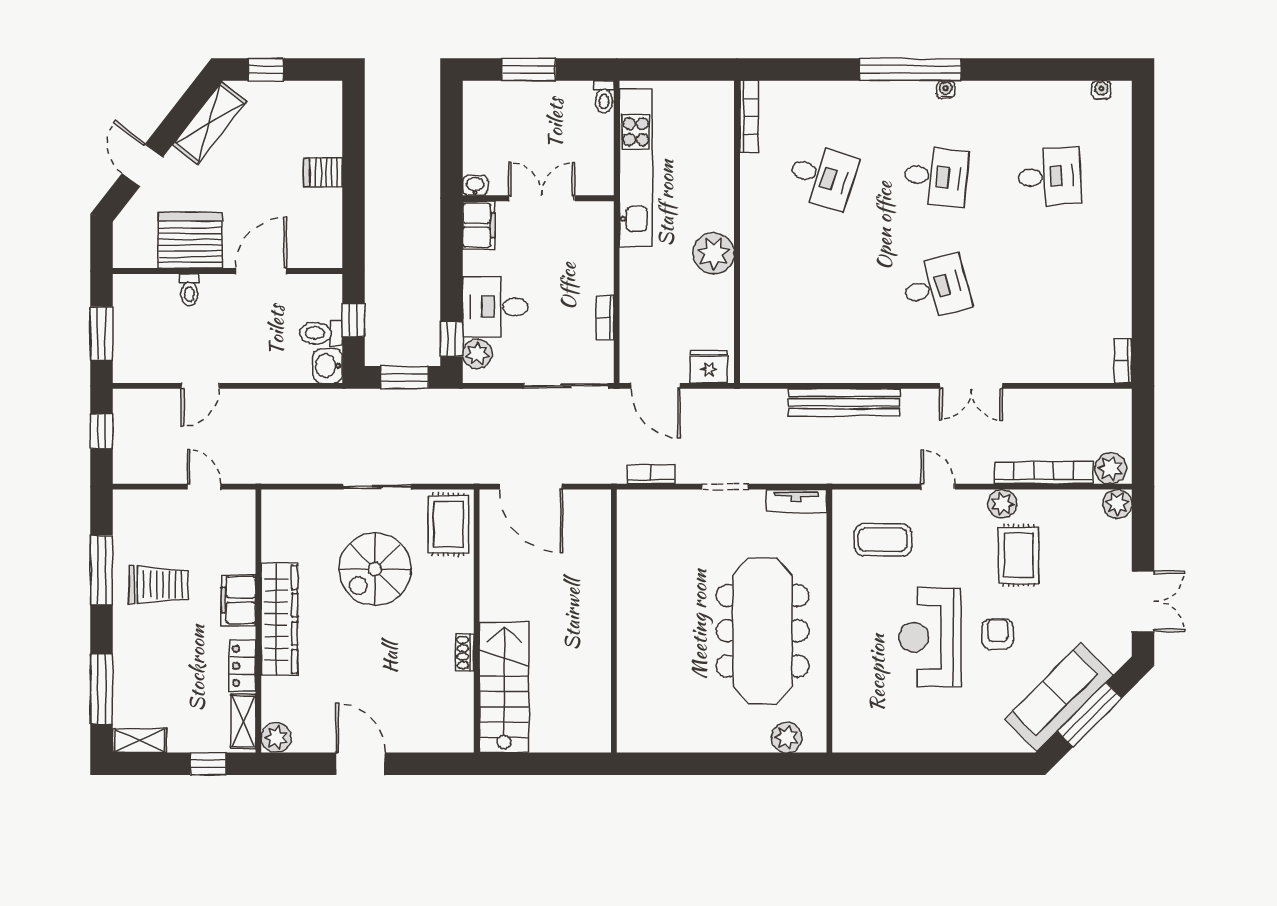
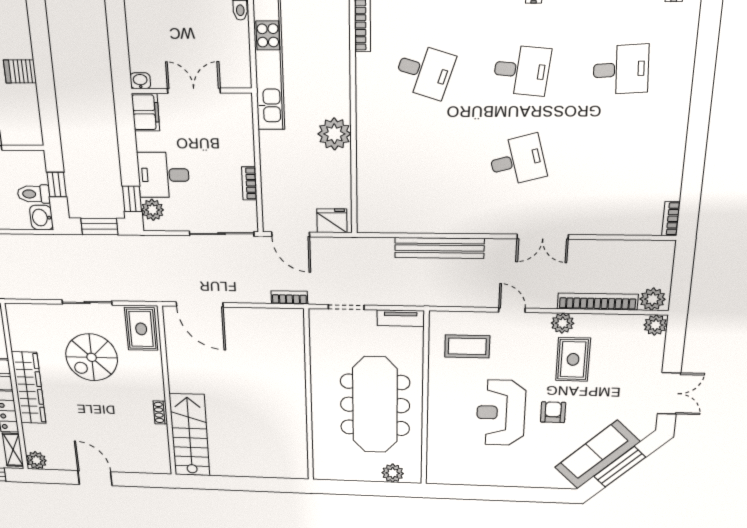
wall: (614, 621) -> (309, 397), moved

